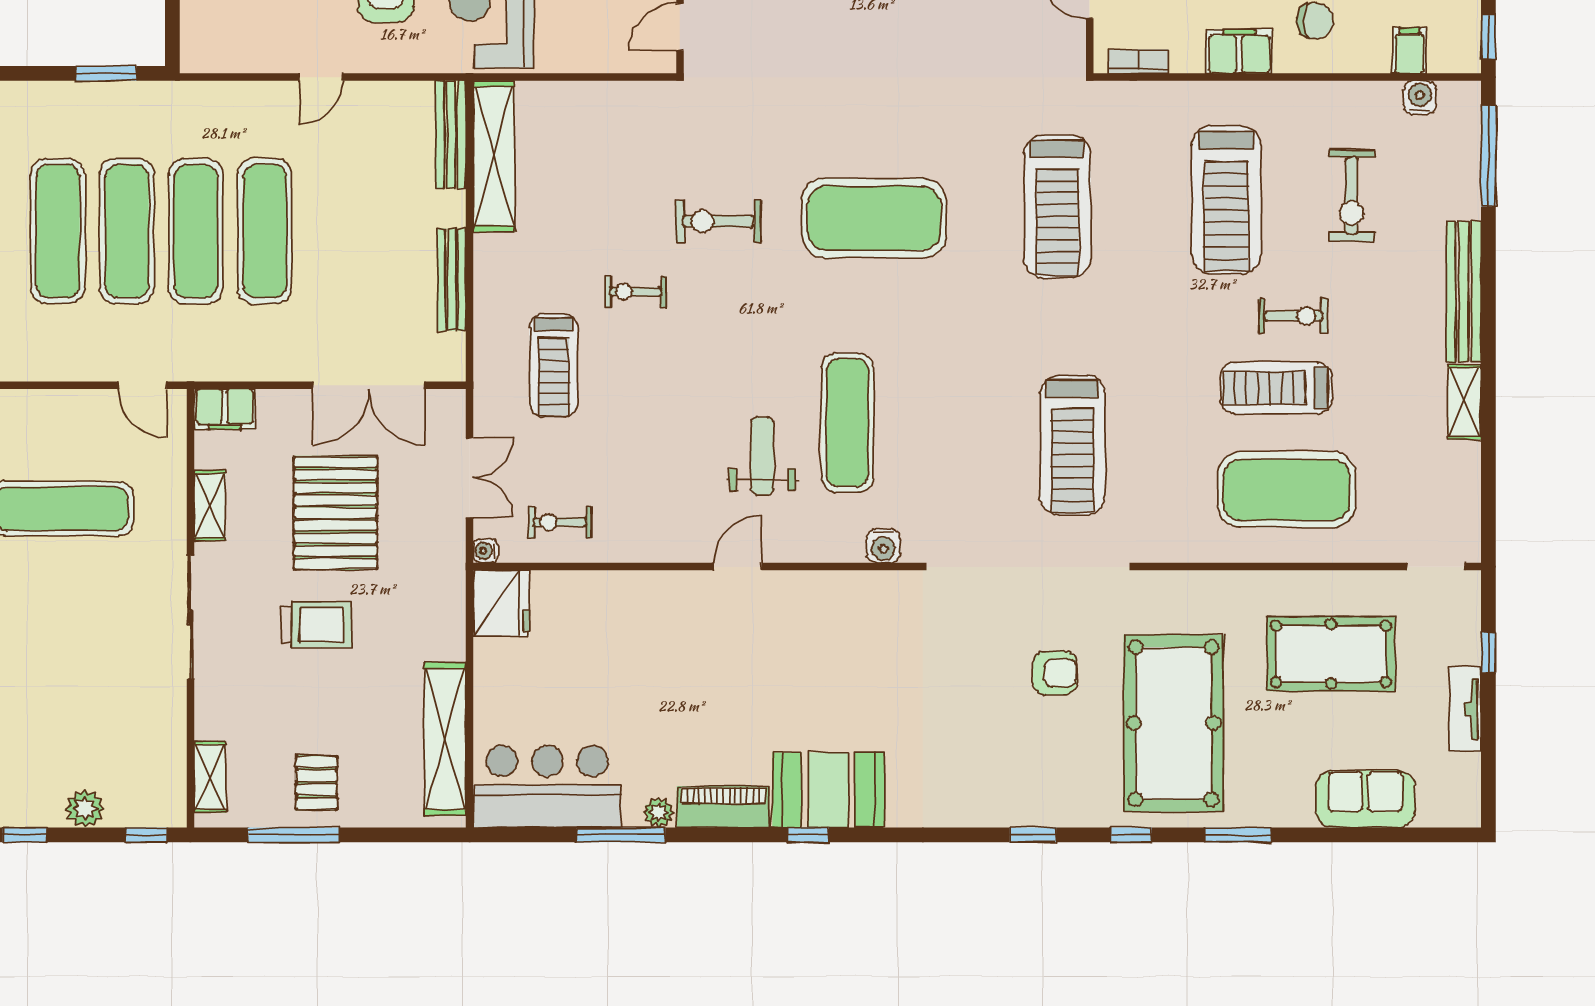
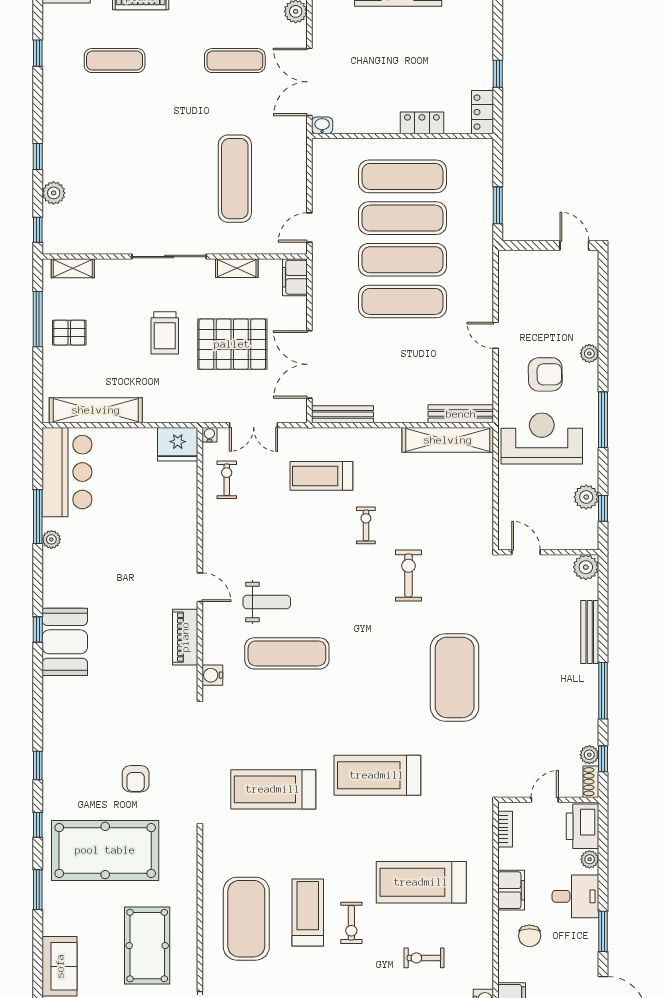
exercise bike: (1351, 196) -> (424, 958), width x0.73, depth x0.72
treadmill: (1057, 206) -> (377, 775), moved
exercise mat: (874, 218) -> (455, 677), moved
bench: (452, 279) -> (342, 414), moved
piano: (723, 807) -> (185, 637), moved, turned 180

